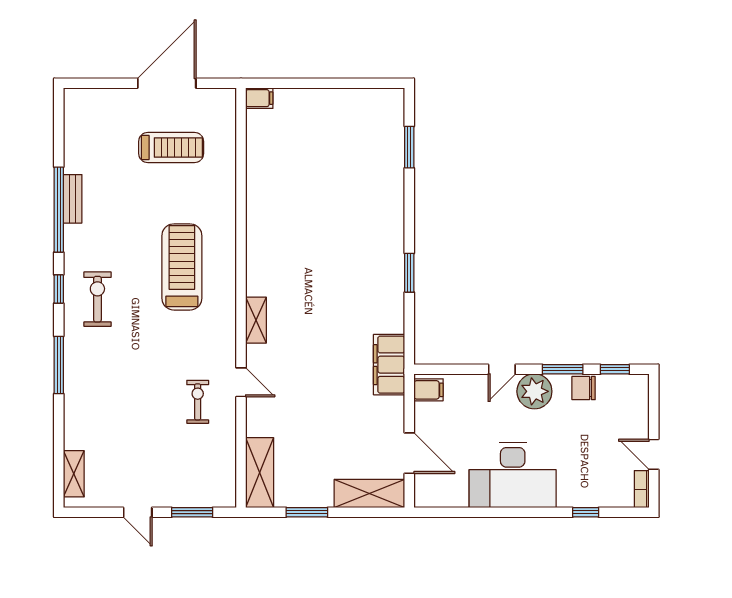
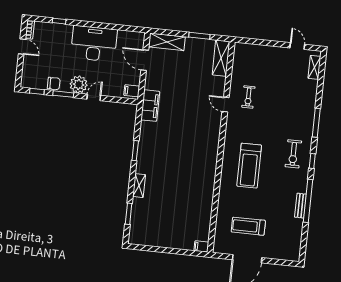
shelving: (256, 320) -> (139, 186), moved
door: (138, 512) -> (297, 46), moved
window: (192, 512) -> (257, 42), removed

